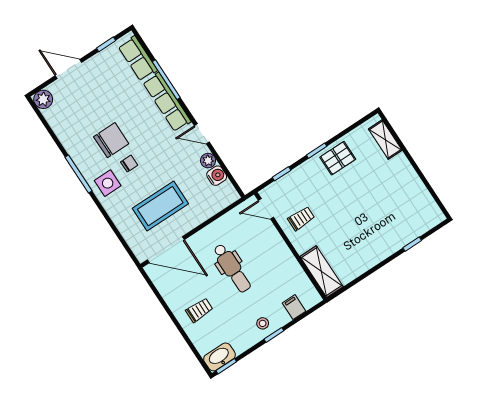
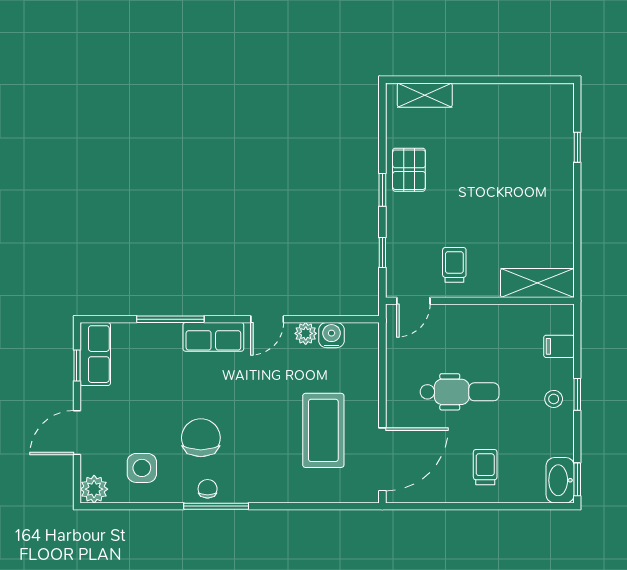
row of seats: (138, 58) -> (95, 354), moved, turned -90
row of seats: (167, 102) -> (213, 337), width x0.68
chair: (129, 164) -> (208, 489), moved
side table: (108, 183) -> (142, 468), moved

